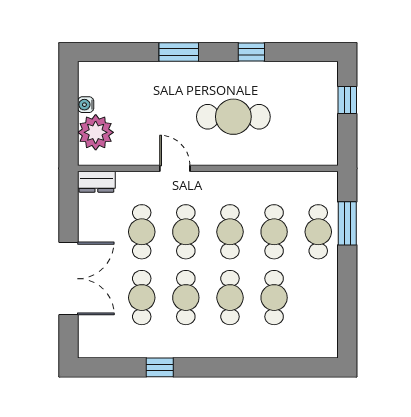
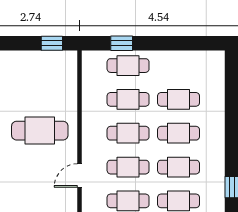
window: (347, 100) -> (52, 43), moved
cafe table: (233, 117) -> (40, 131), turned 90
window: (347, 223) -> (122, 43), width x0.67

